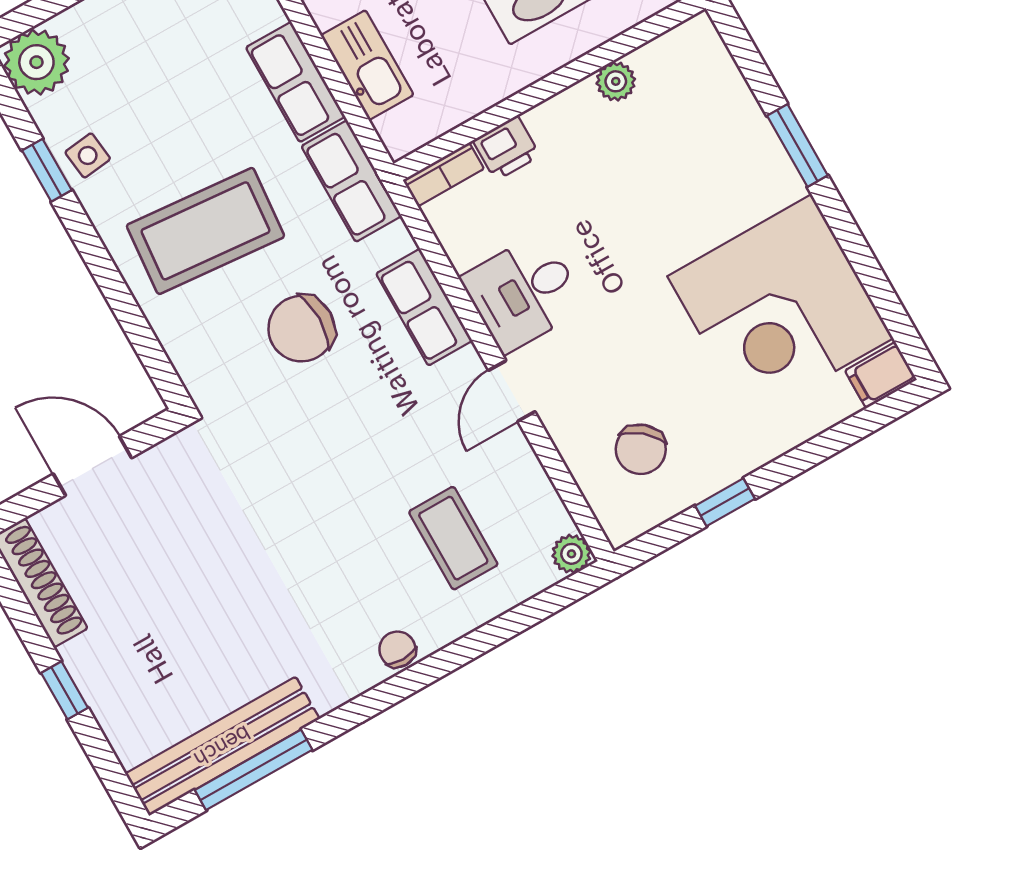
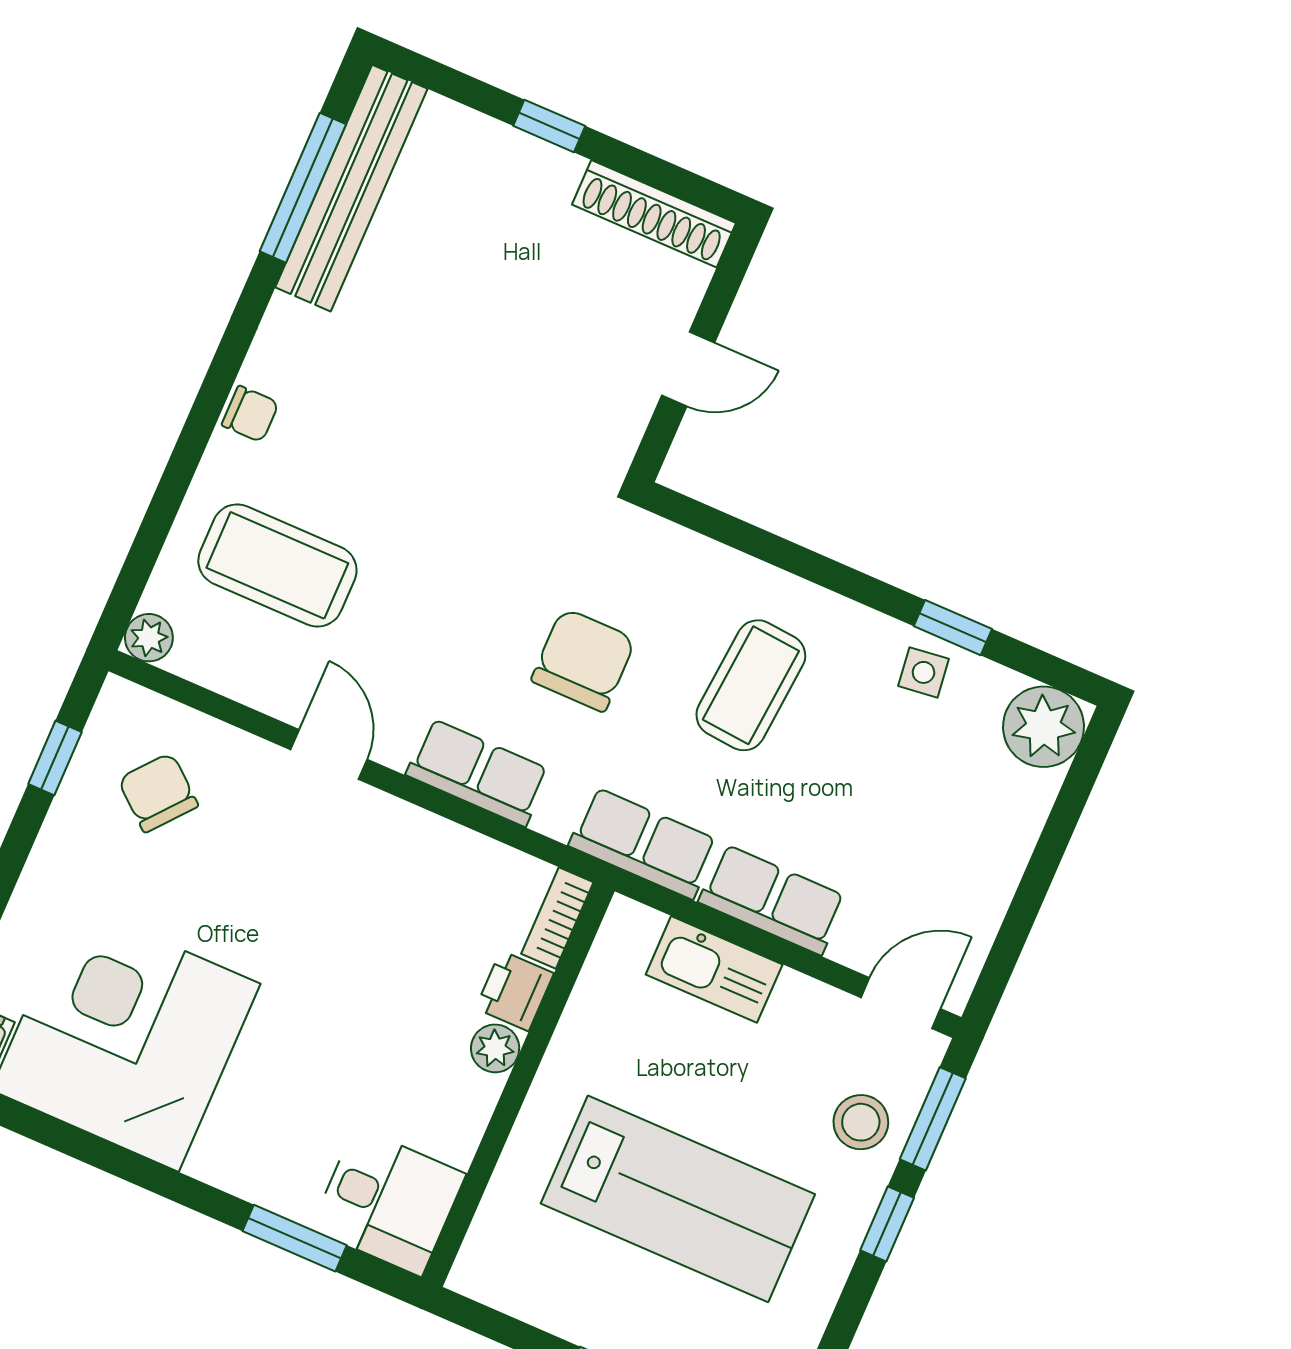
plant: (616, 81) -> (495, 1048), moved
window: (797, 146) -> (295, 1238), moved
coffee table: (205, 231) -> (751, 685), width x0.73, depth x0.76
desk: (523, 293) -> (388, 1201), moved, turned 90
door: (93, 466) -> (688, 369), width x0.73
window: (725, 502) -> (55, 758), moved
coffee table: (453, 538) -> (277, 565), width x1.36, depth x1.32

